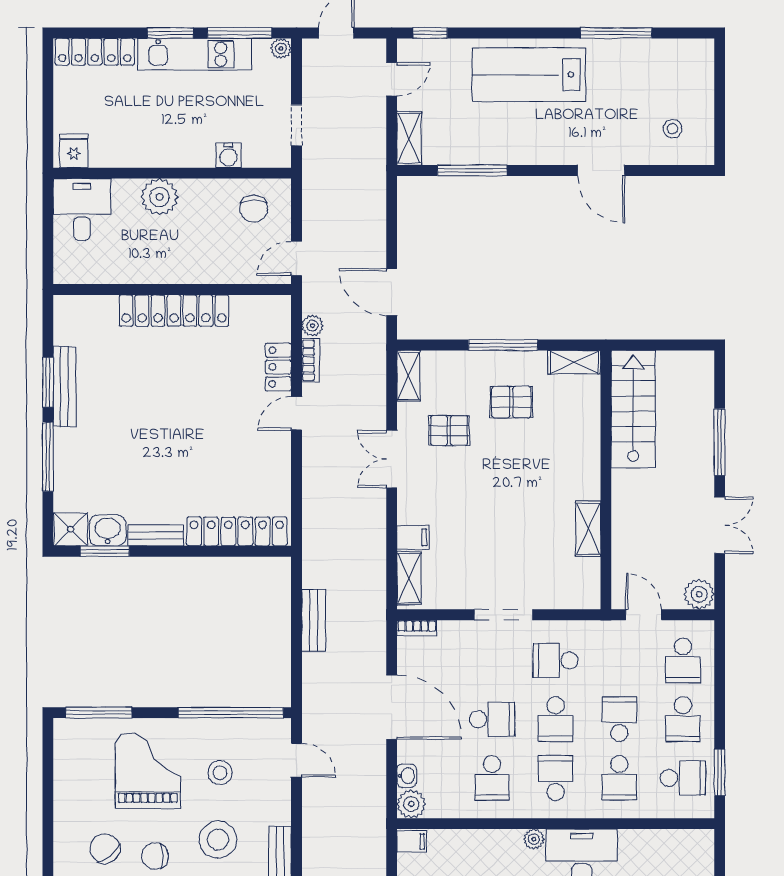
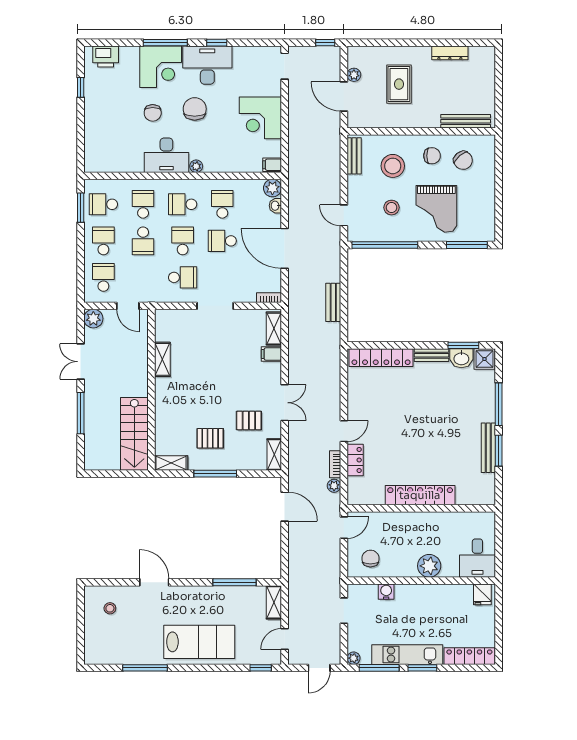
school desk: (556, 778) -> (183, 204), turned 90

